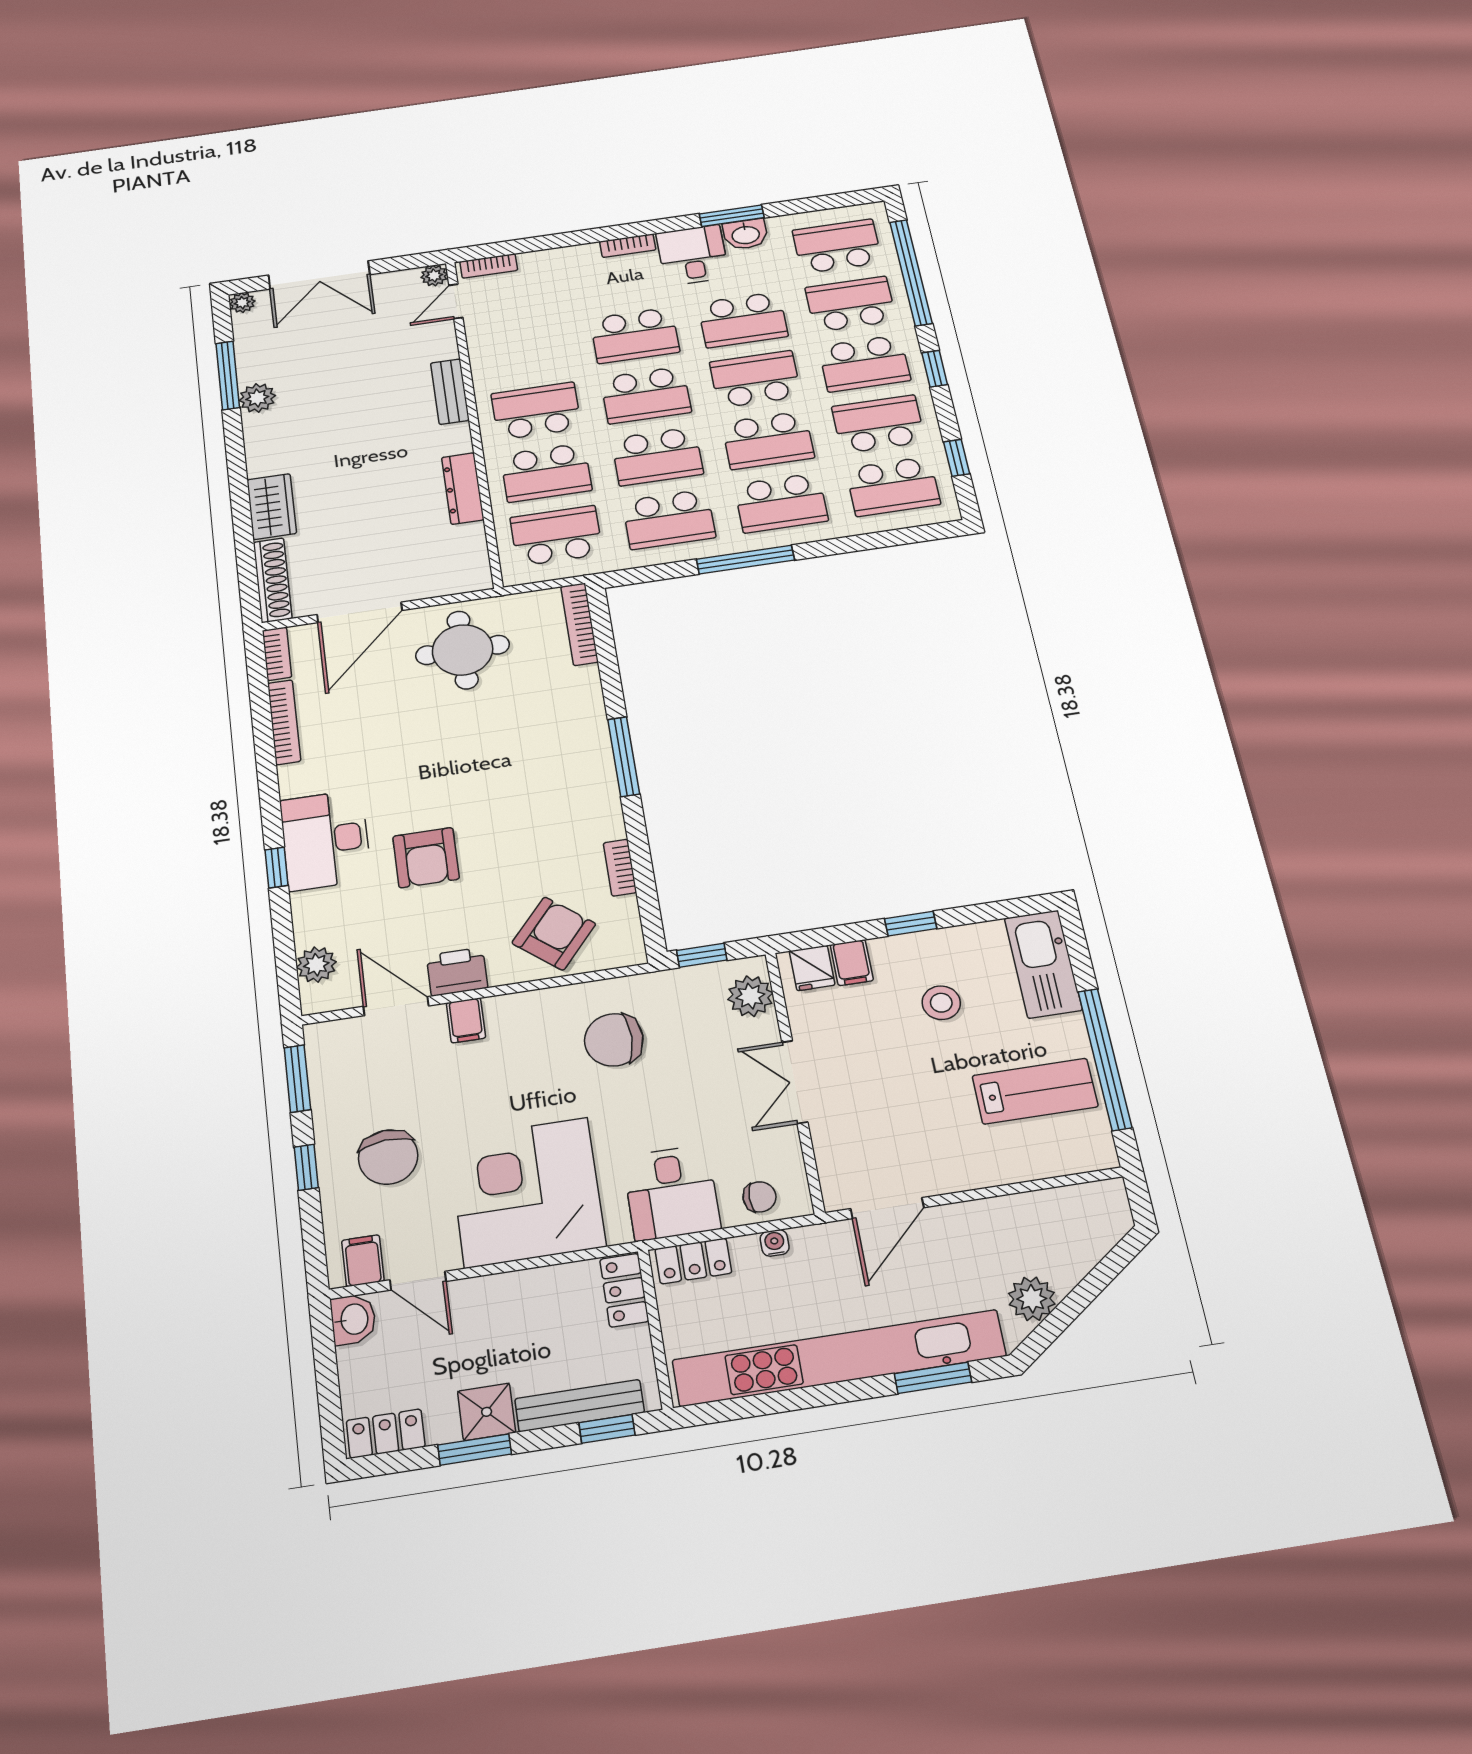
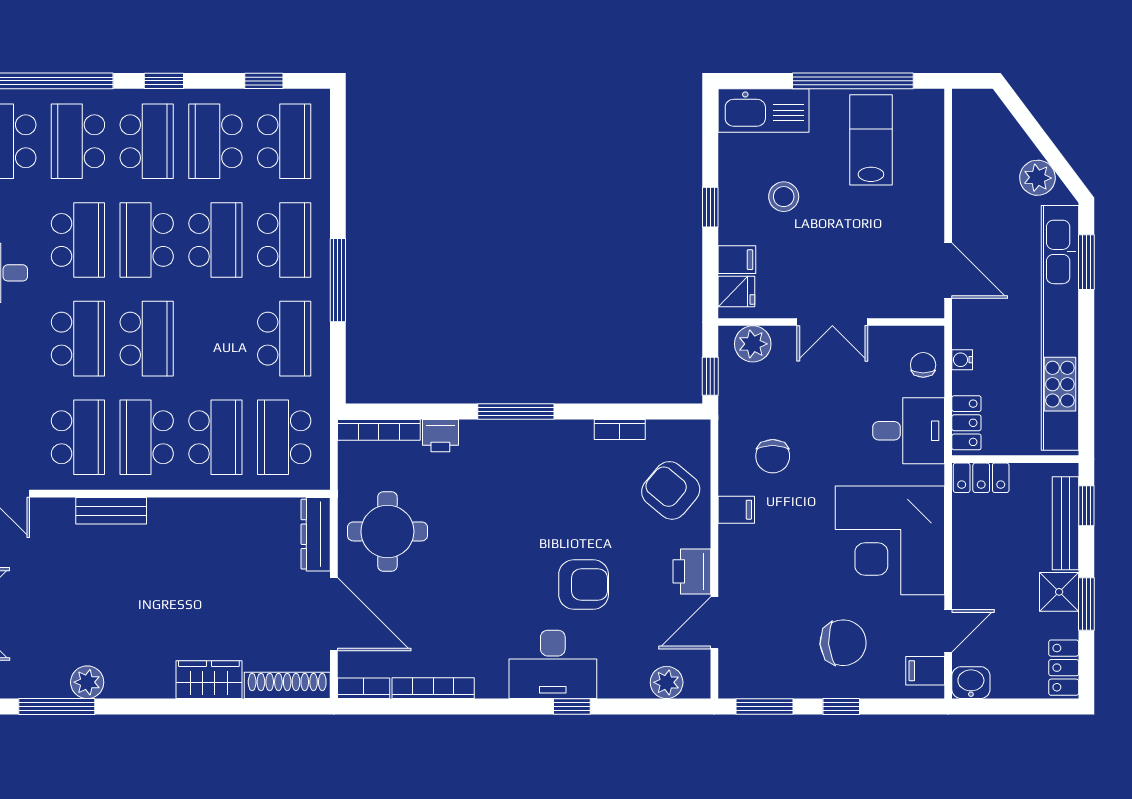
school desk: (657, 456) -> (78, 437), moved
dresser: (463, 488) -> (316, 534), moved, turned 90
printer: (583, 685) -> (440, 436), added
filing cabinet: (466, 1020) -> (736, 510), moved
chair: (614, 1040) -> (773, 456), width x0.73, depth x0.73

